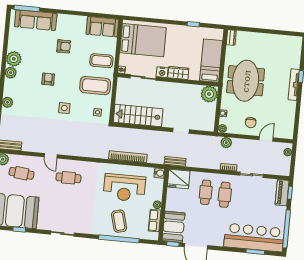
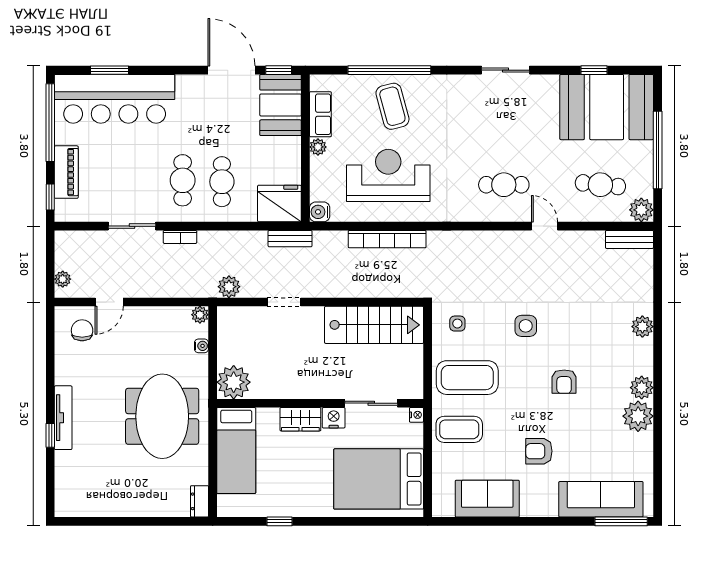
sofa: (102, 27) -> (487, 499), moved
chair: (251, 123) -> (82, 330), moved
plant: (226, 143) -> (229, 287), moved
piano: (282, 193) -> (66, 172), moved

